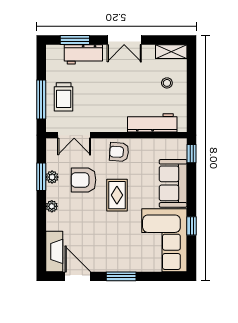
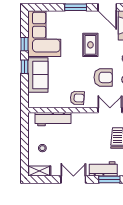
window: (192, 154) -> (24, 67), moved
rug: (117, 195) -> (90, 45), moved

